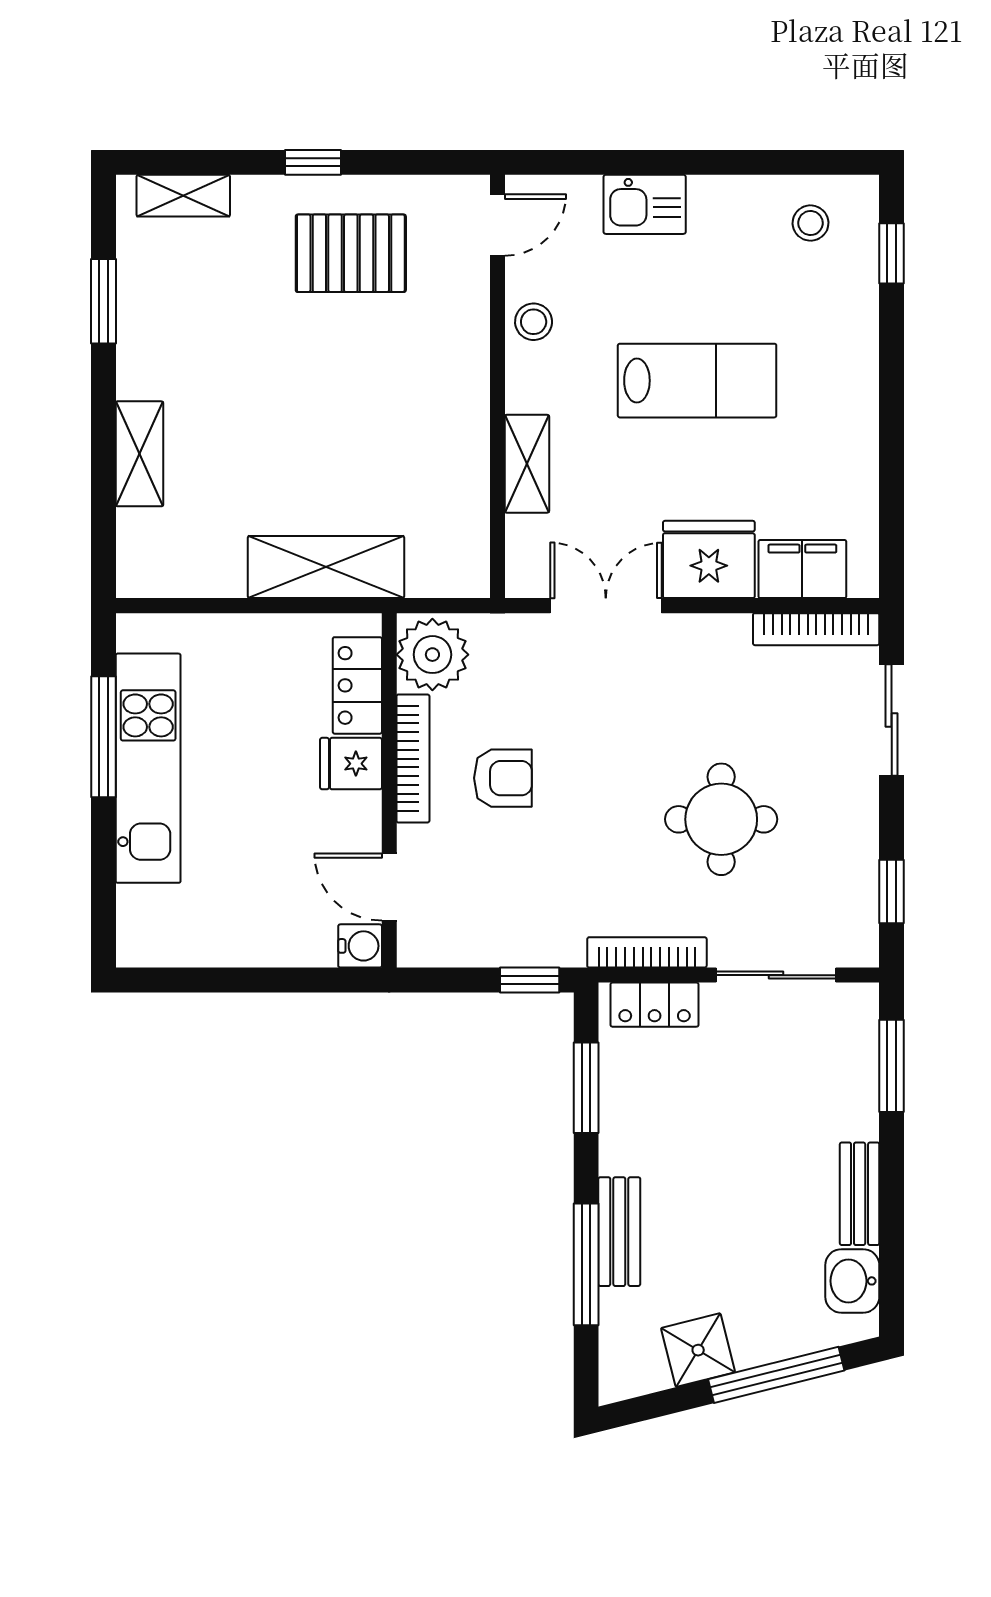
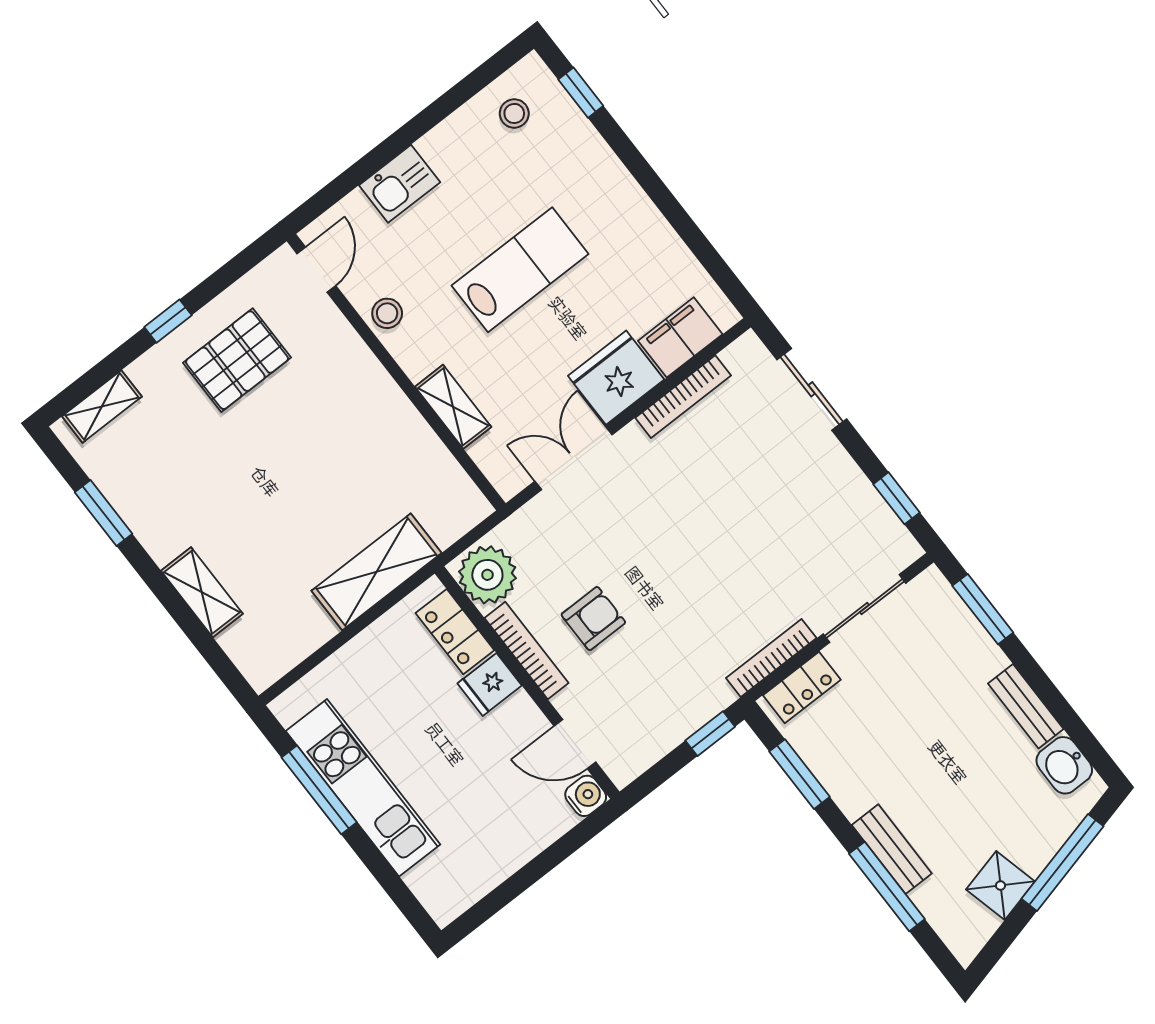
bookcase: (816, 629) -> (683, 397), moved
round table: (721, 819) -> (752, 537), removed

